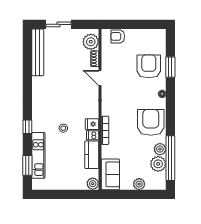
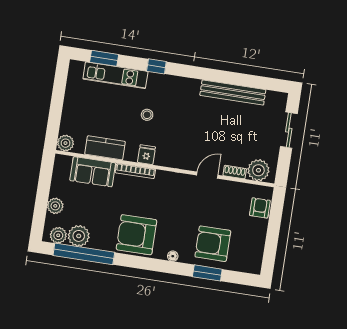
bench: (38, 52) -> (233, 93), moved
armchair: (149, 66) -> (213, 244), turned 180
armchair: (151, 122) -> (136, 235), turned 180
dishwasher: (93, 135) -> (131, 153), removed
plant: (160, 149) -> (58, 235), moved
sofa: (110, 174) -> (93, 172), moved

